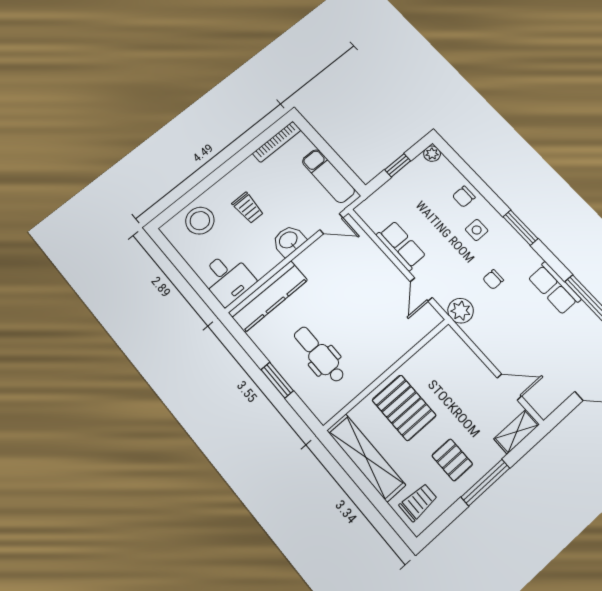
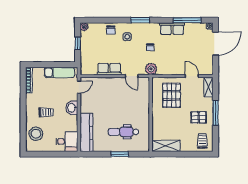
door: (509, 387) -> (192, 76), hinge flipped
pallet: (404, 408) -> (172, 95), moved, turned 90
shelving: (366, 458) -> (166, 146), width x0.68

